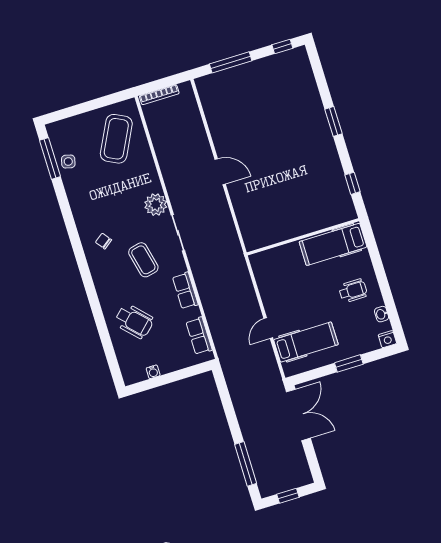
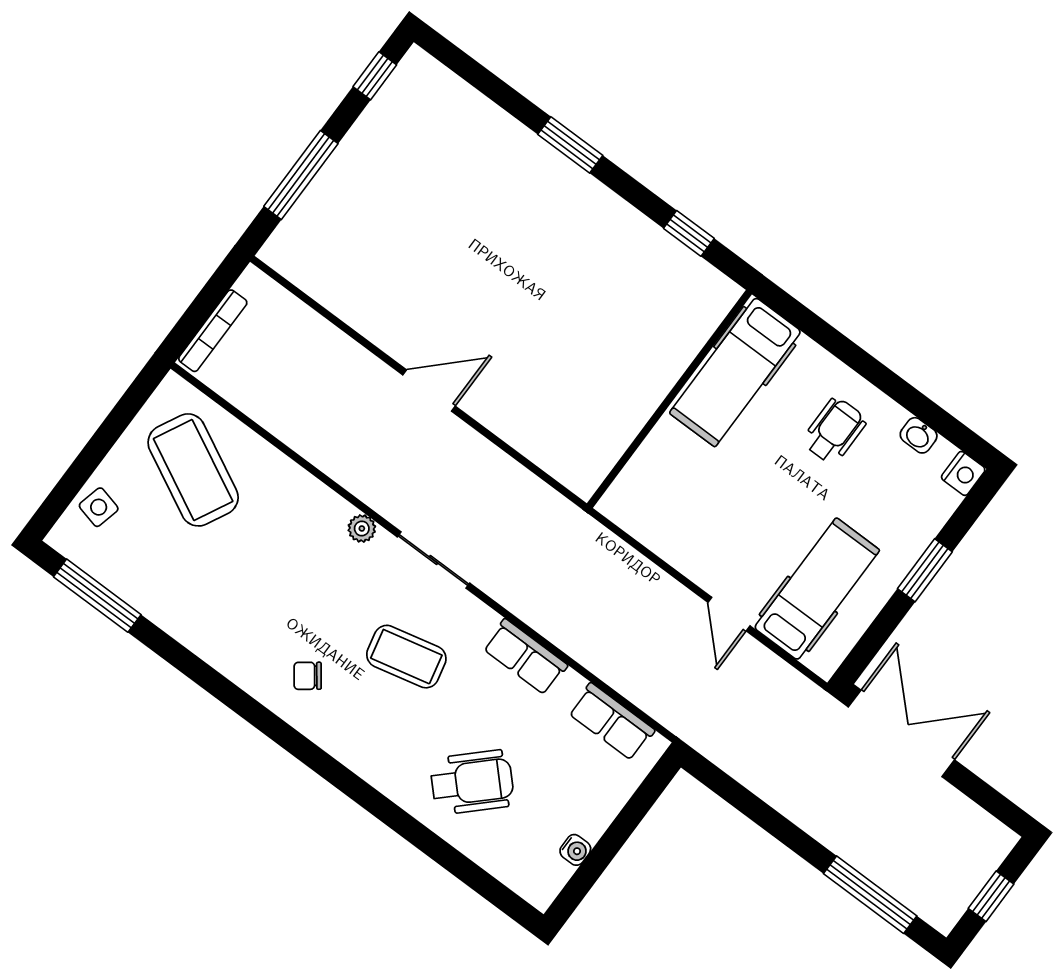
side table: (68, 162) -> (99, 507), moved
plant: (156, 205) -> (362, 528), width x0.53, depth x0.53

